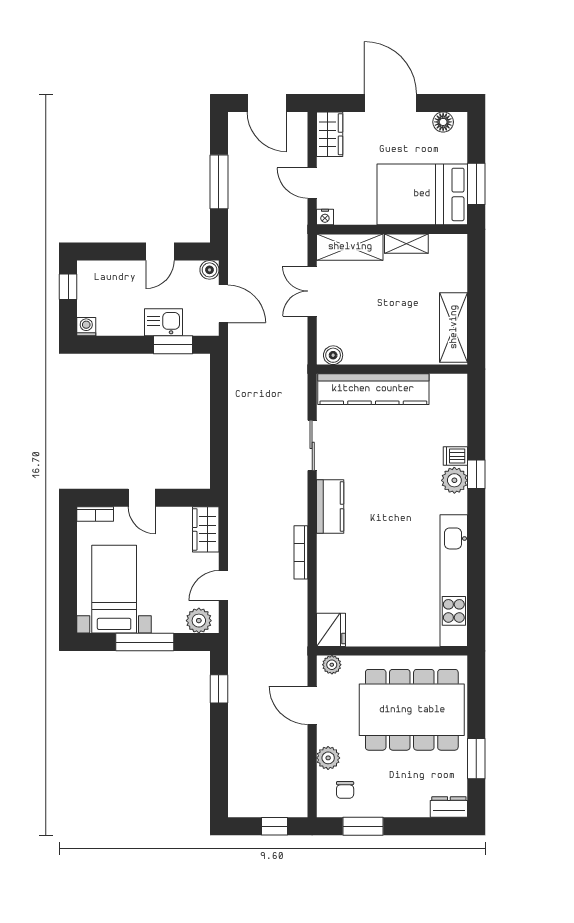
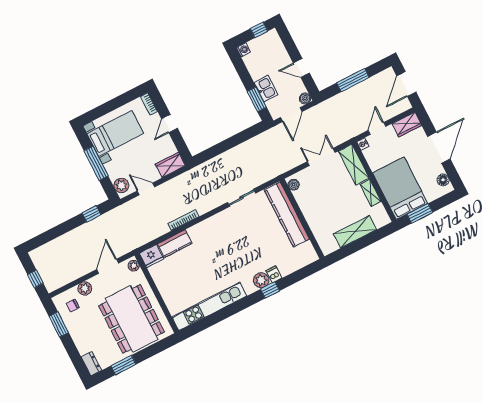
shelving: (454, 327) -> (355, 232), moved
kitchen counter: (330, 506) -> (175, 244), moved

